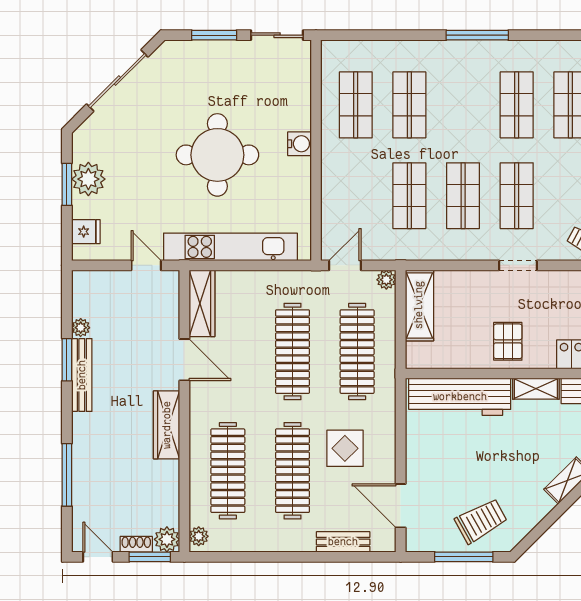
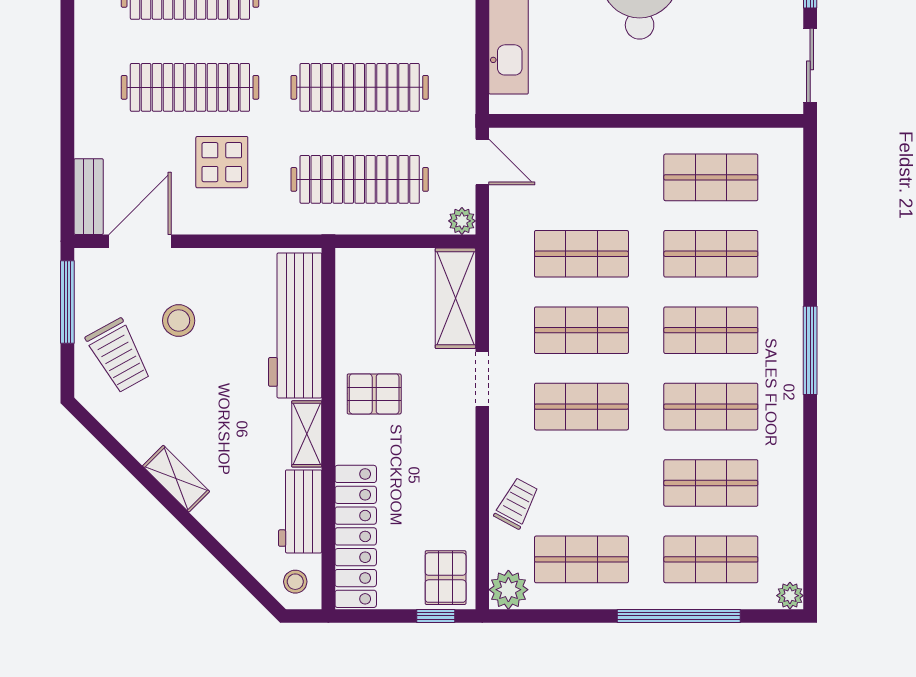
shop shelf: (463, 105) -> (711, 330), added
water cooler: (300, 144) -> (655, 97), removed
doorway: (518, 265) -> (482, 379), moved
shelving: (419, 305) -> (455, 298), moved, turned 90
stool: (456, 479) -> (179, 321), added
bench: (343, 542) -> (89, 197), moved
window: (464, 557) -> (67, 302), moved

